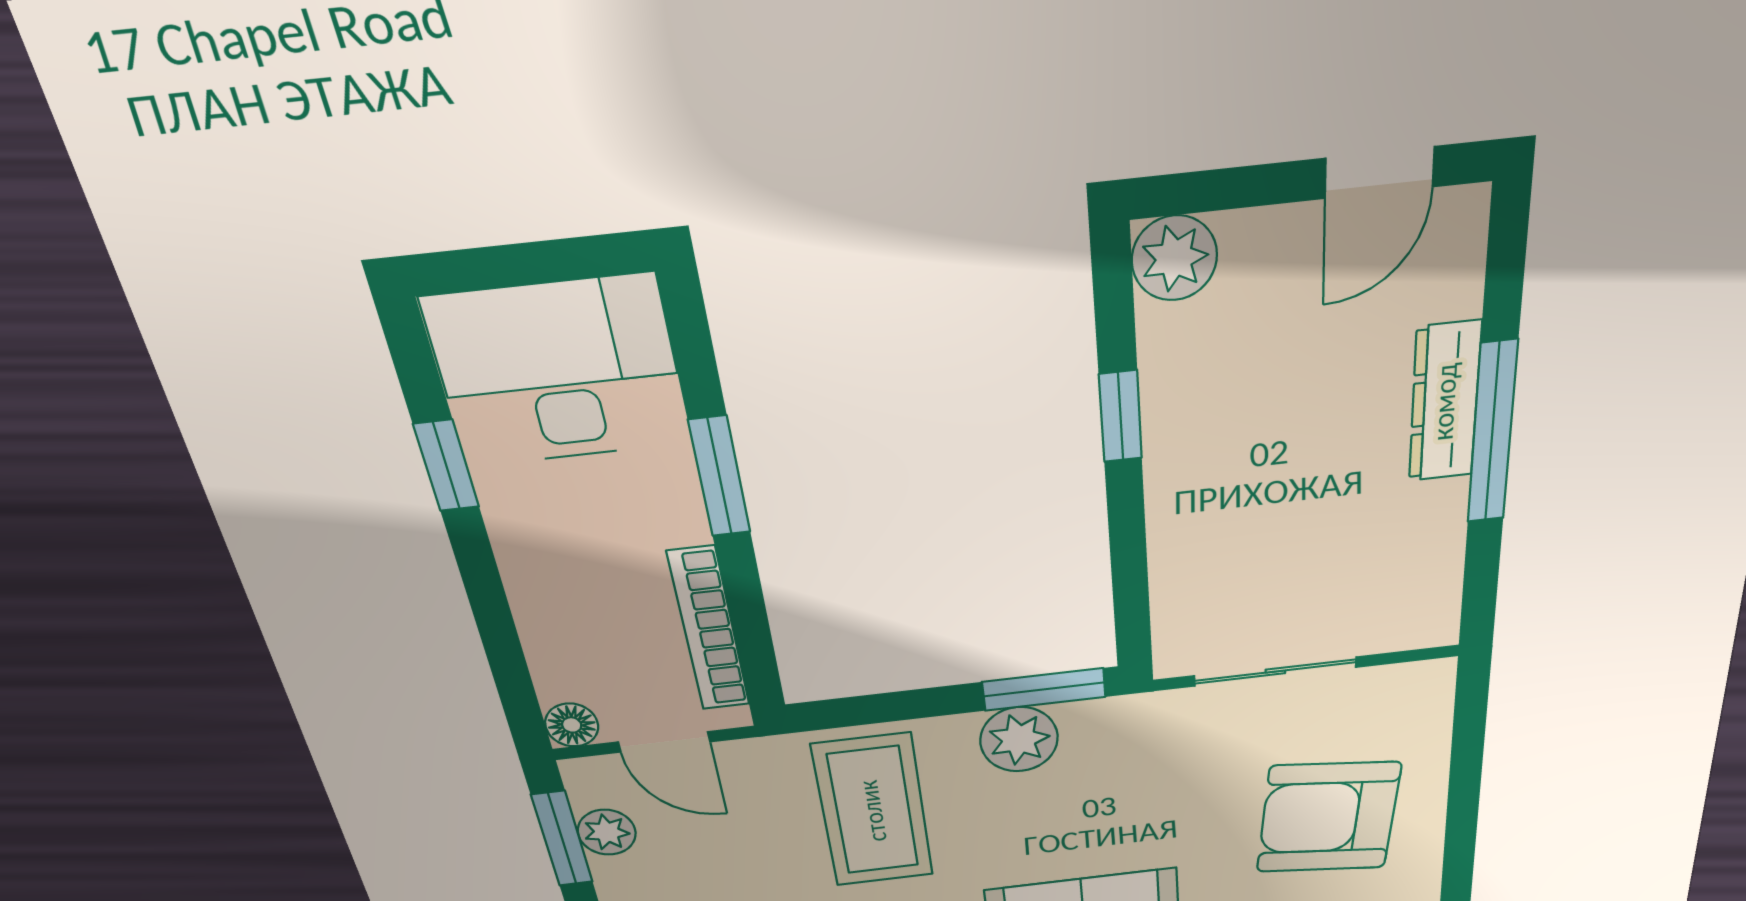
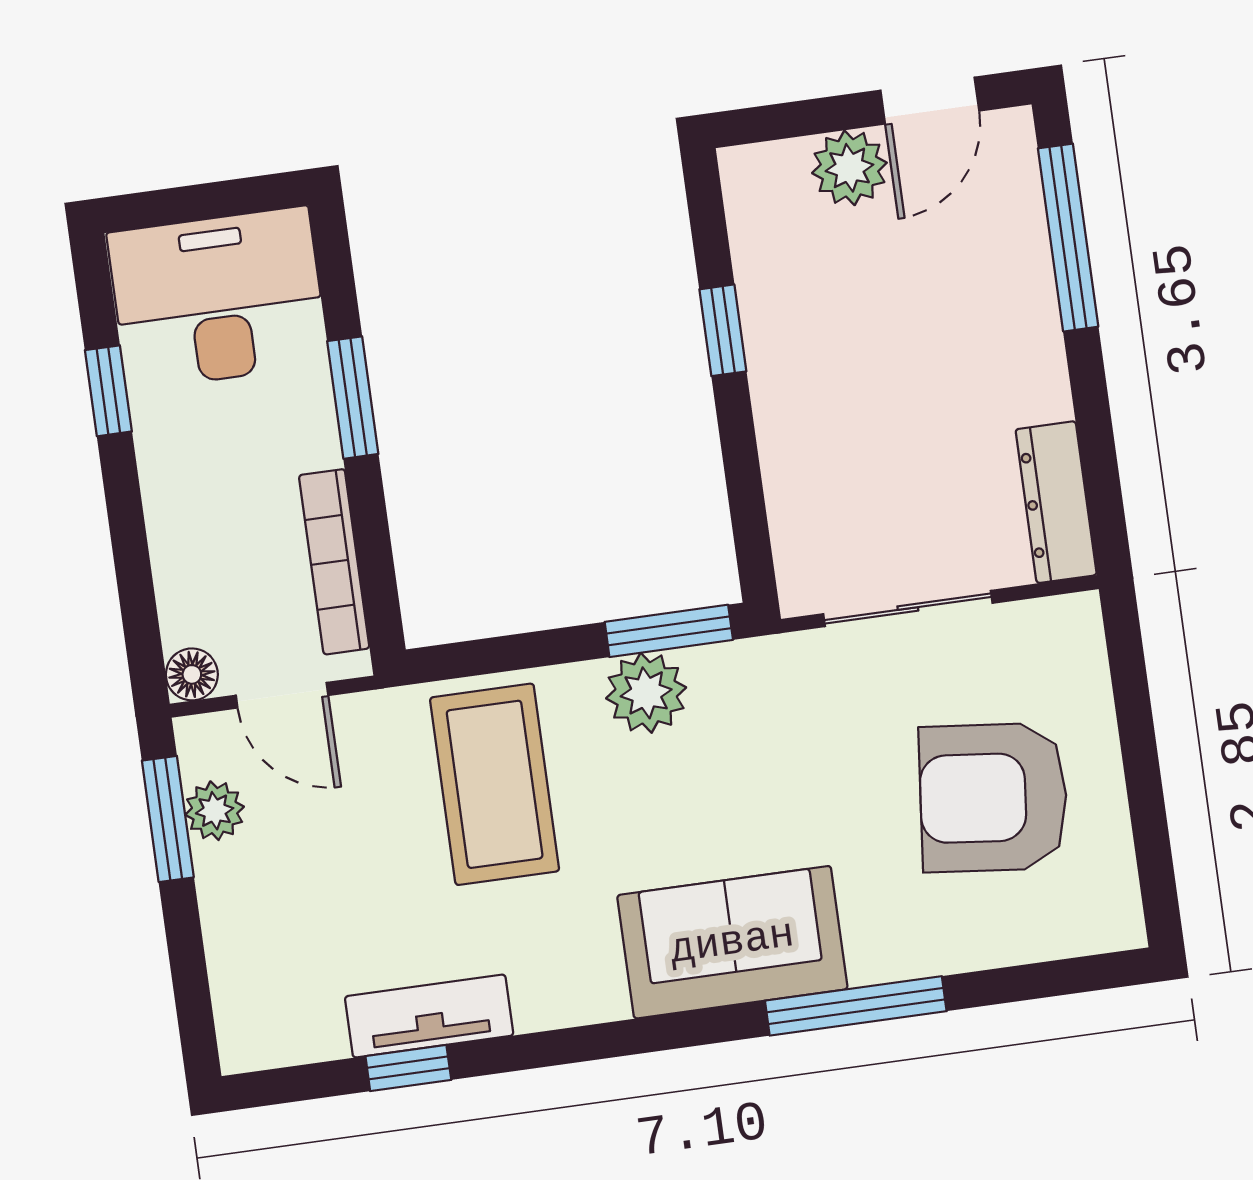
plant: (1174, 258) -> (849, 168), moved
dresser: (1445, 402) -> (1056, 502), moved
window: (1492, 433) -> (1068, 238), moved

